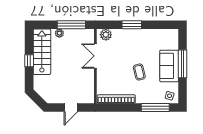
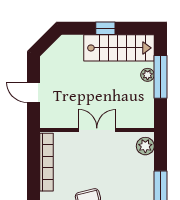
window: (71, 25) -> (161, 77), moved
double door: (95, 56) -> (97, 130), moved

